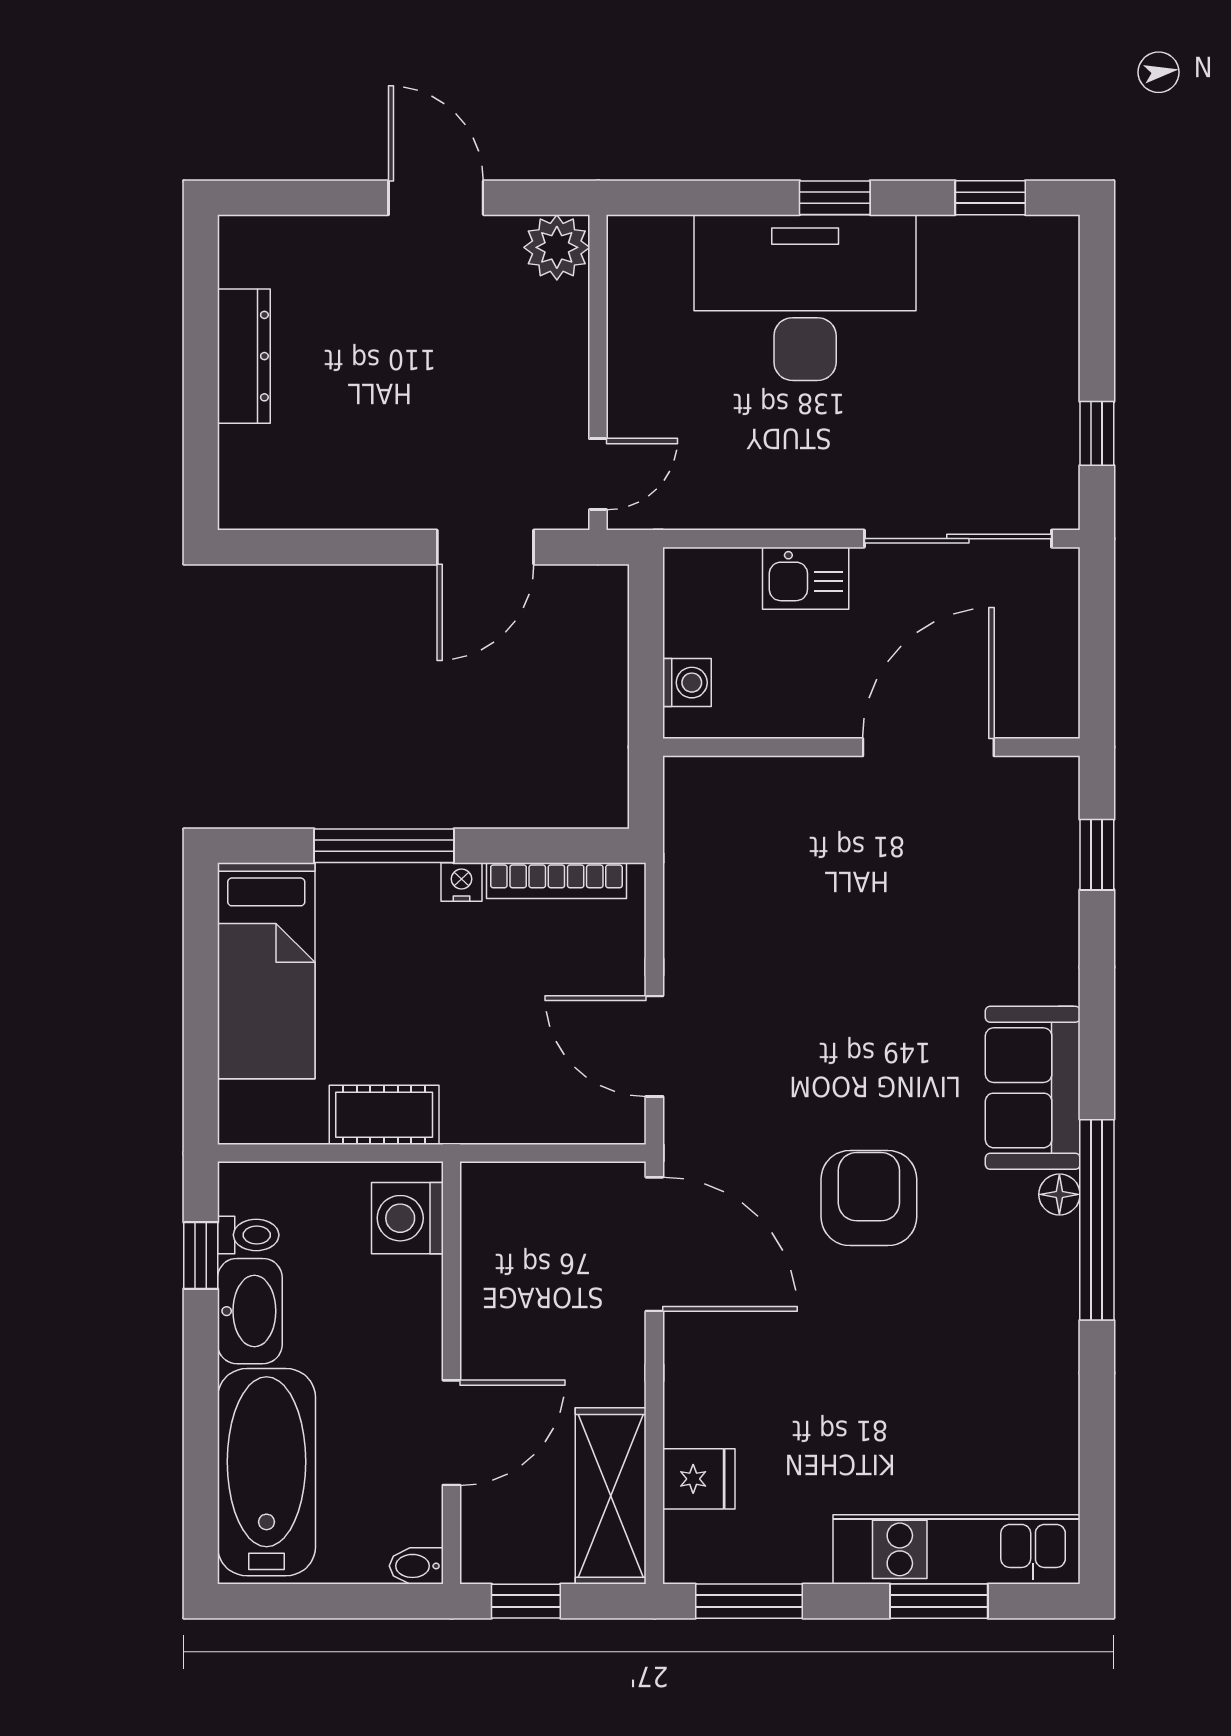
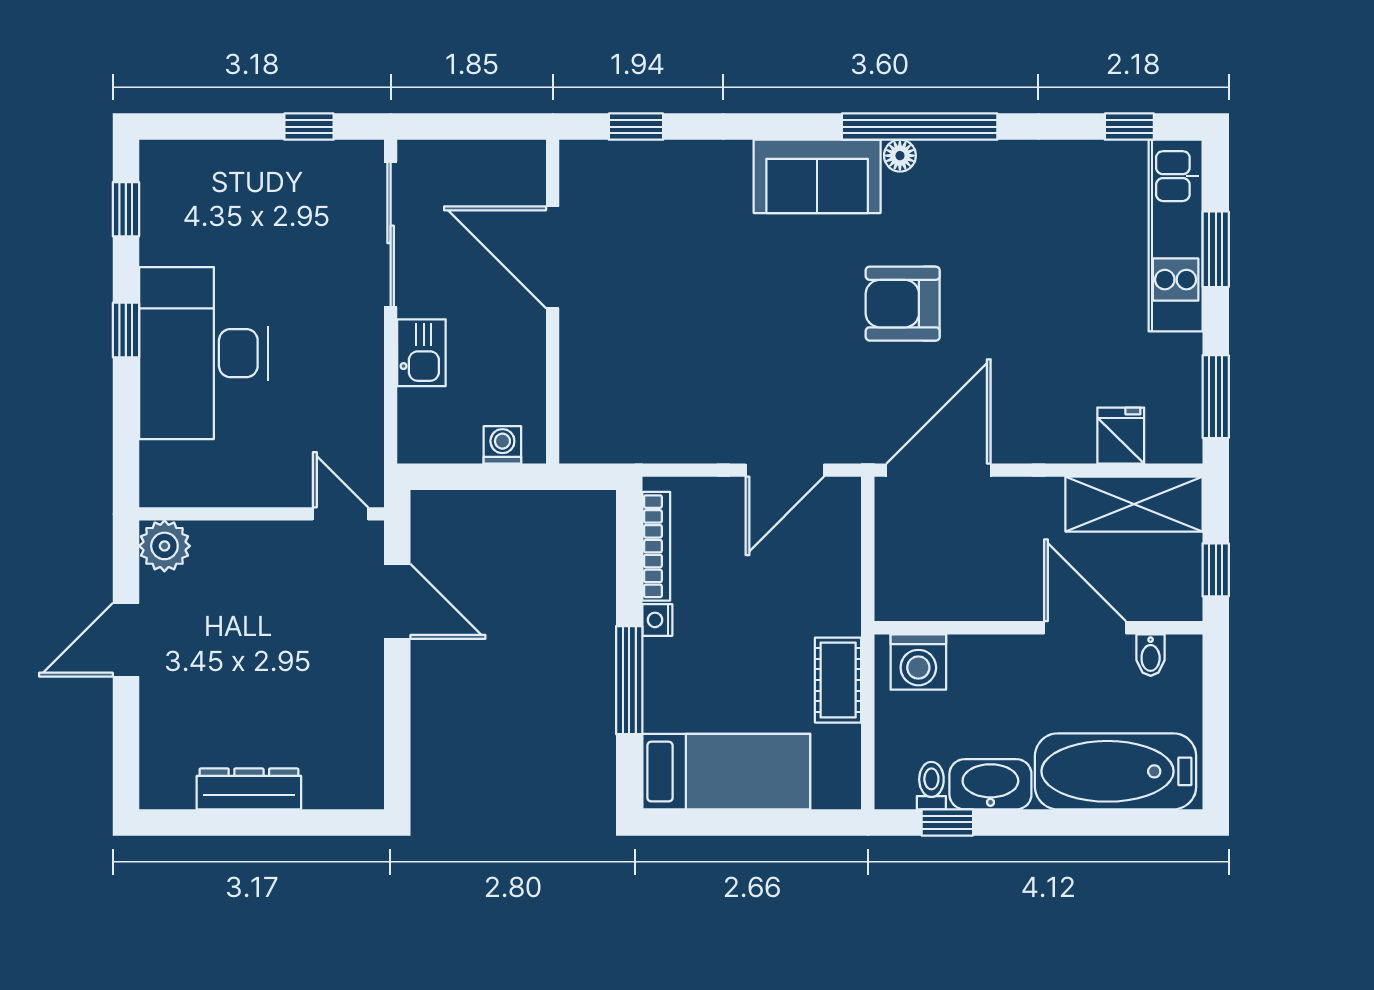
window: (1097, 1490) -> (1129, 127), added
bidet: (416, 1566) -> (1151, 655), moved

